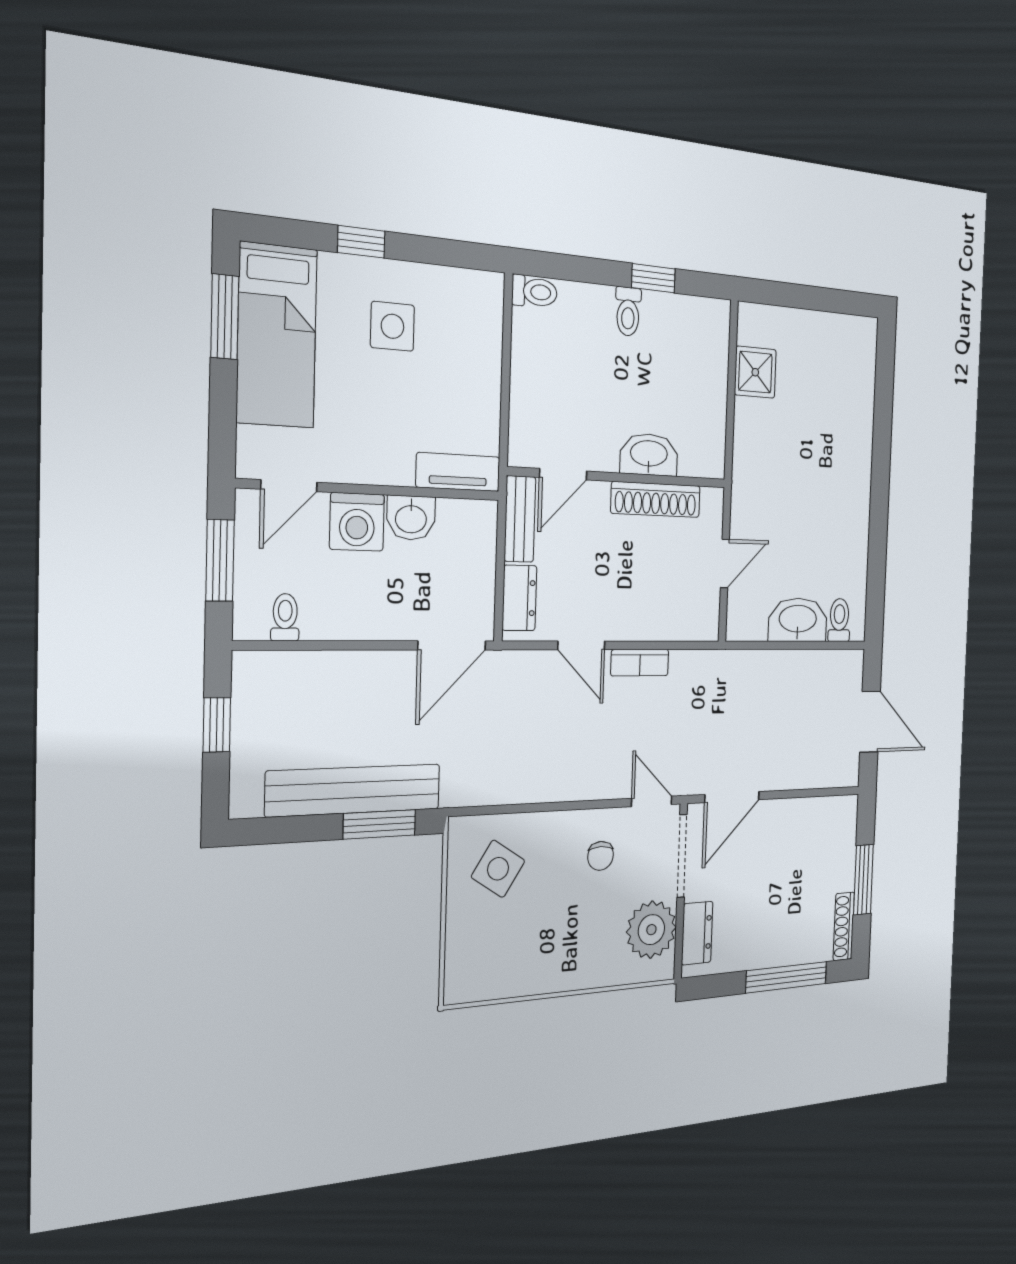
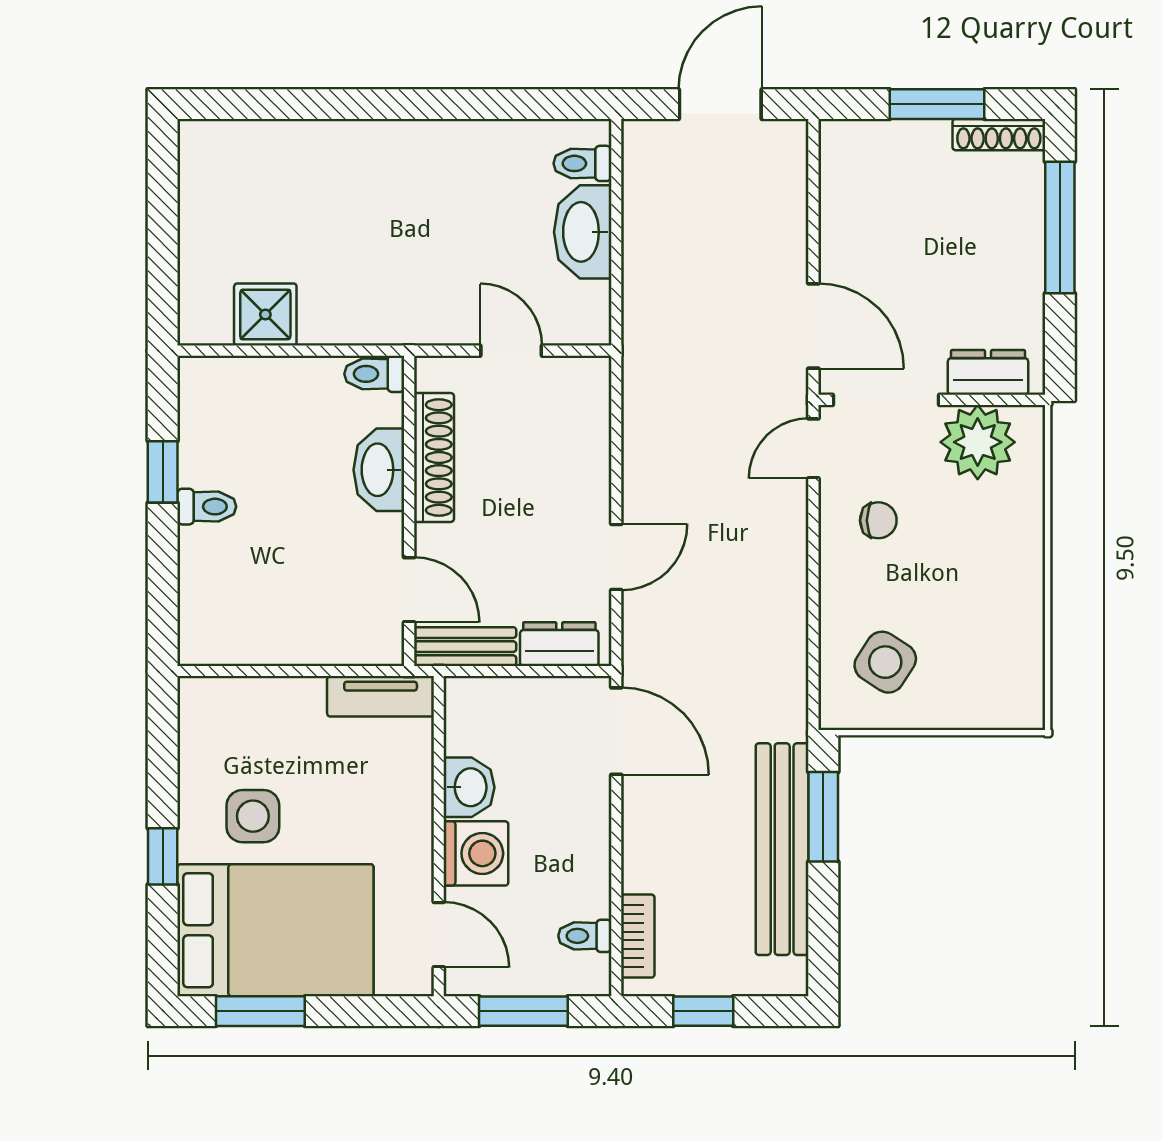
toilet: (534, 292) -> (374, 374), moved, turned -90
bed: (277, 336) -> (275, 930), width x1.50
tv unit: (458, 472) -> (381, 696), moved, turned -90
bookcase: (640, 663) -> (638, 936), moved

